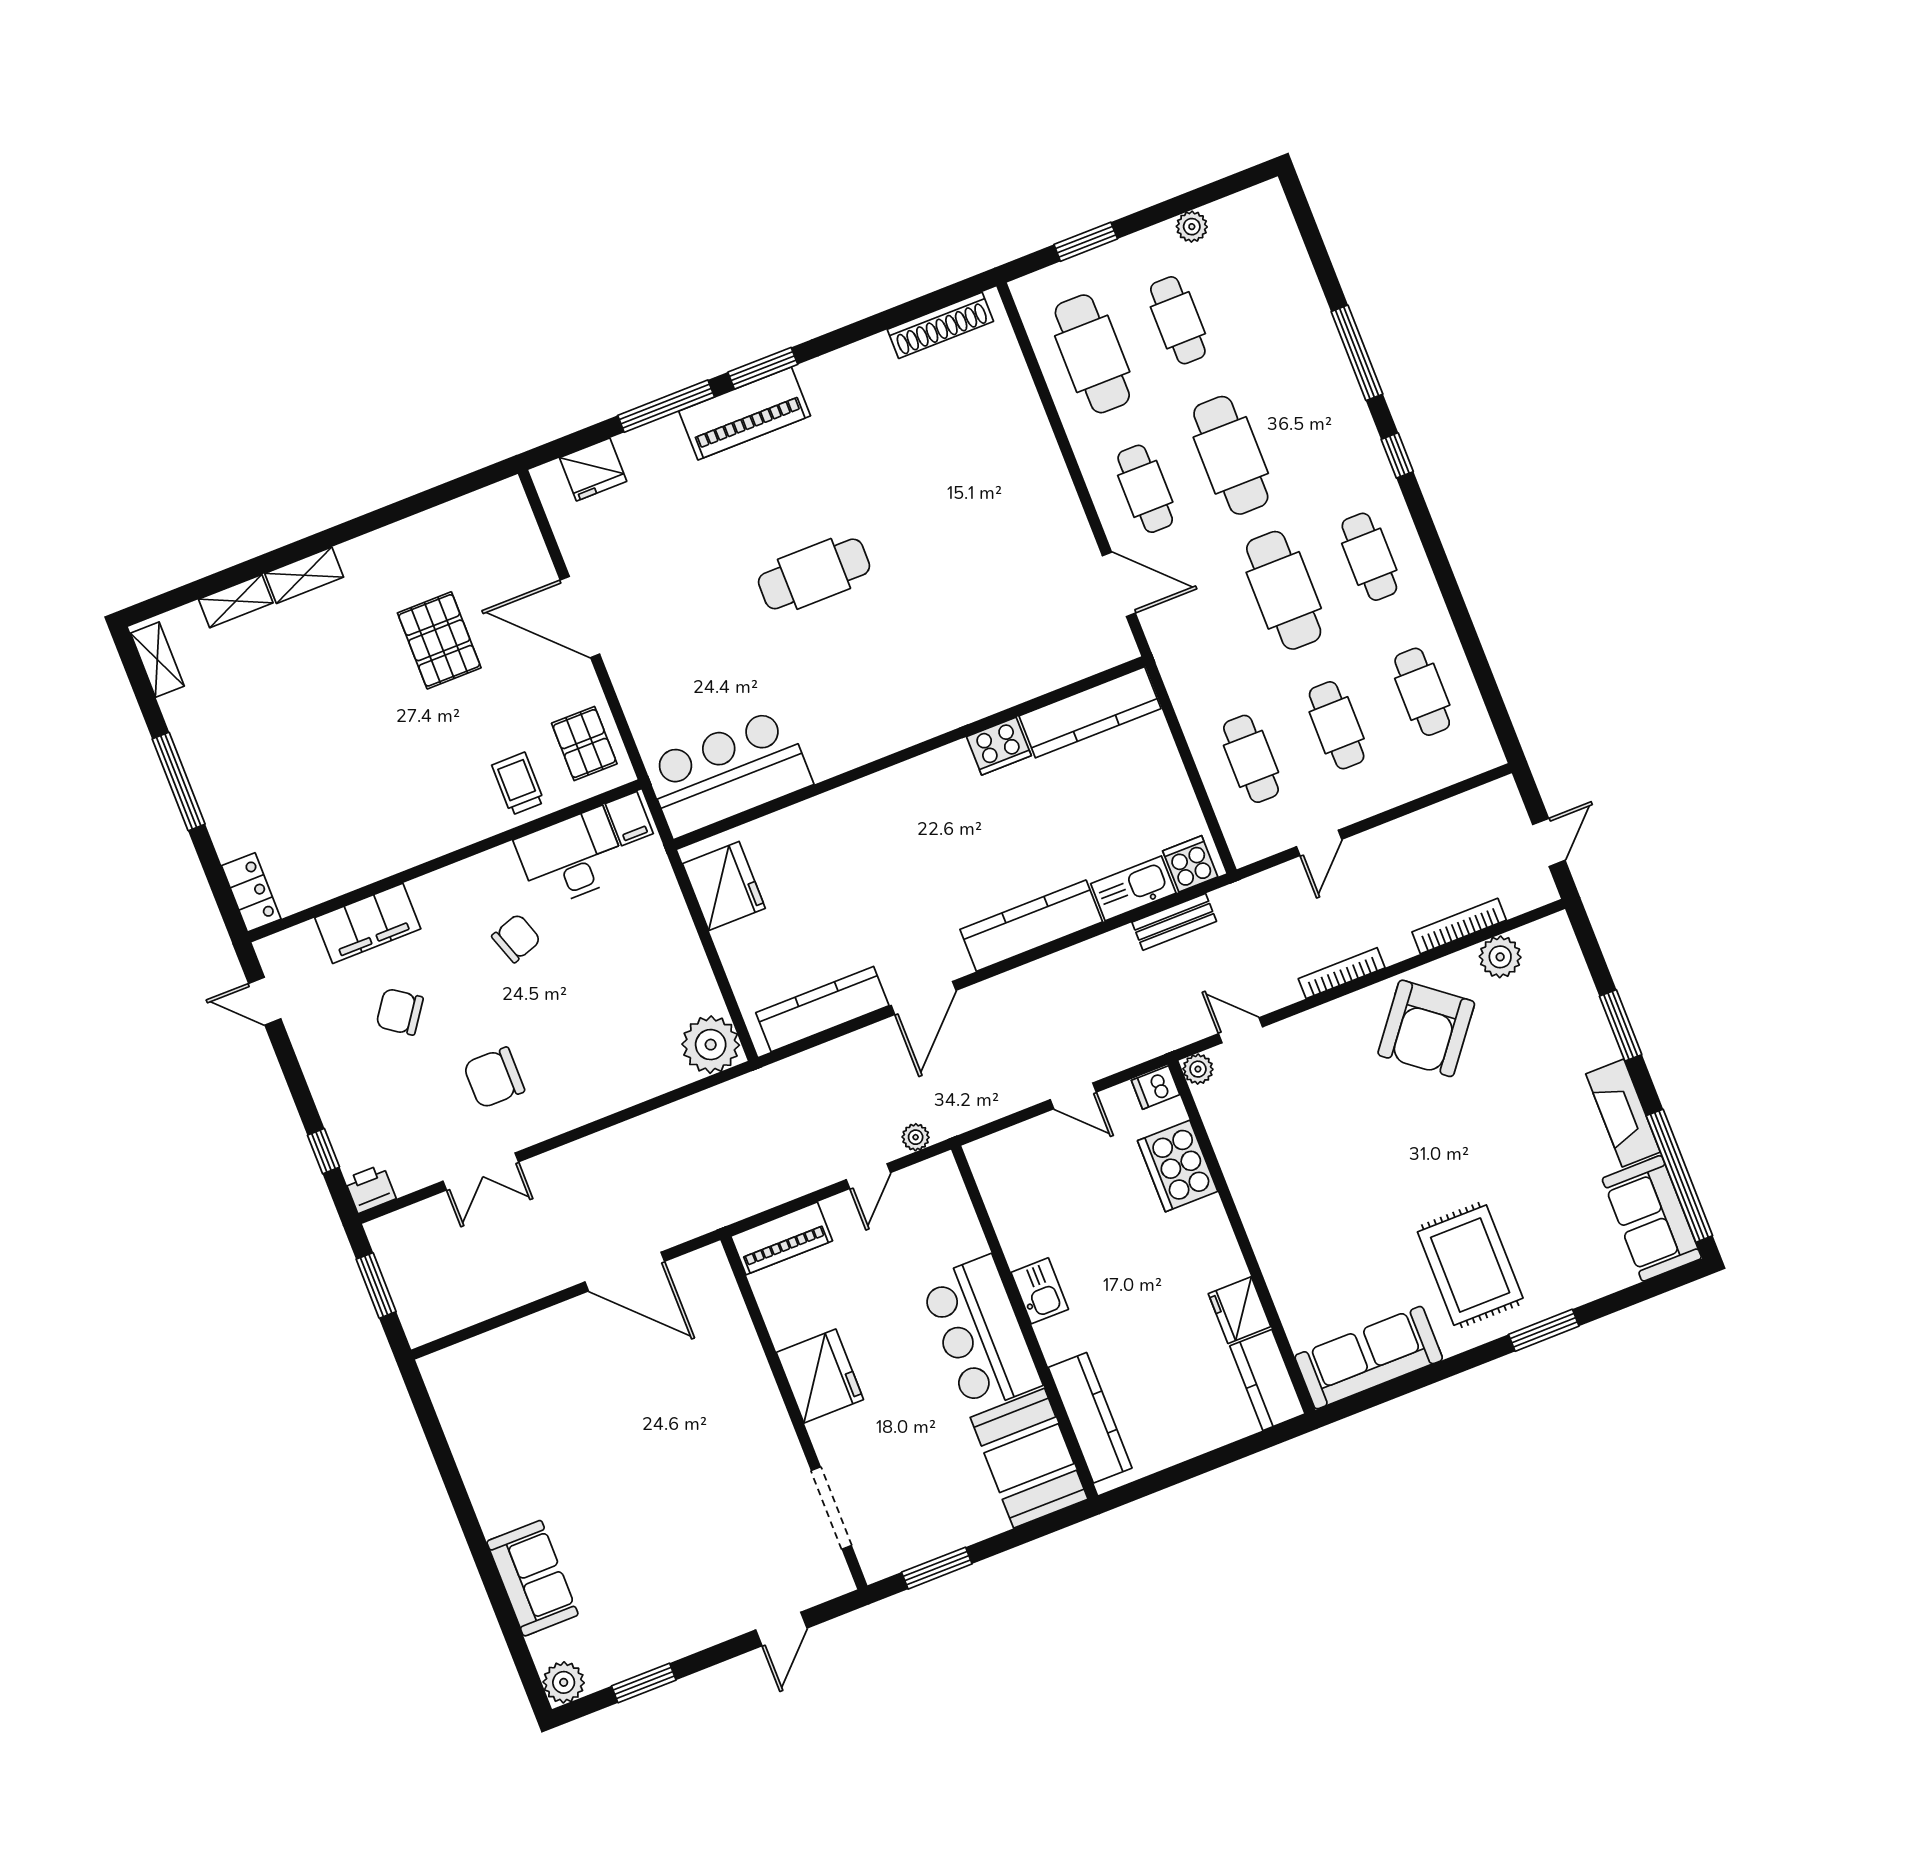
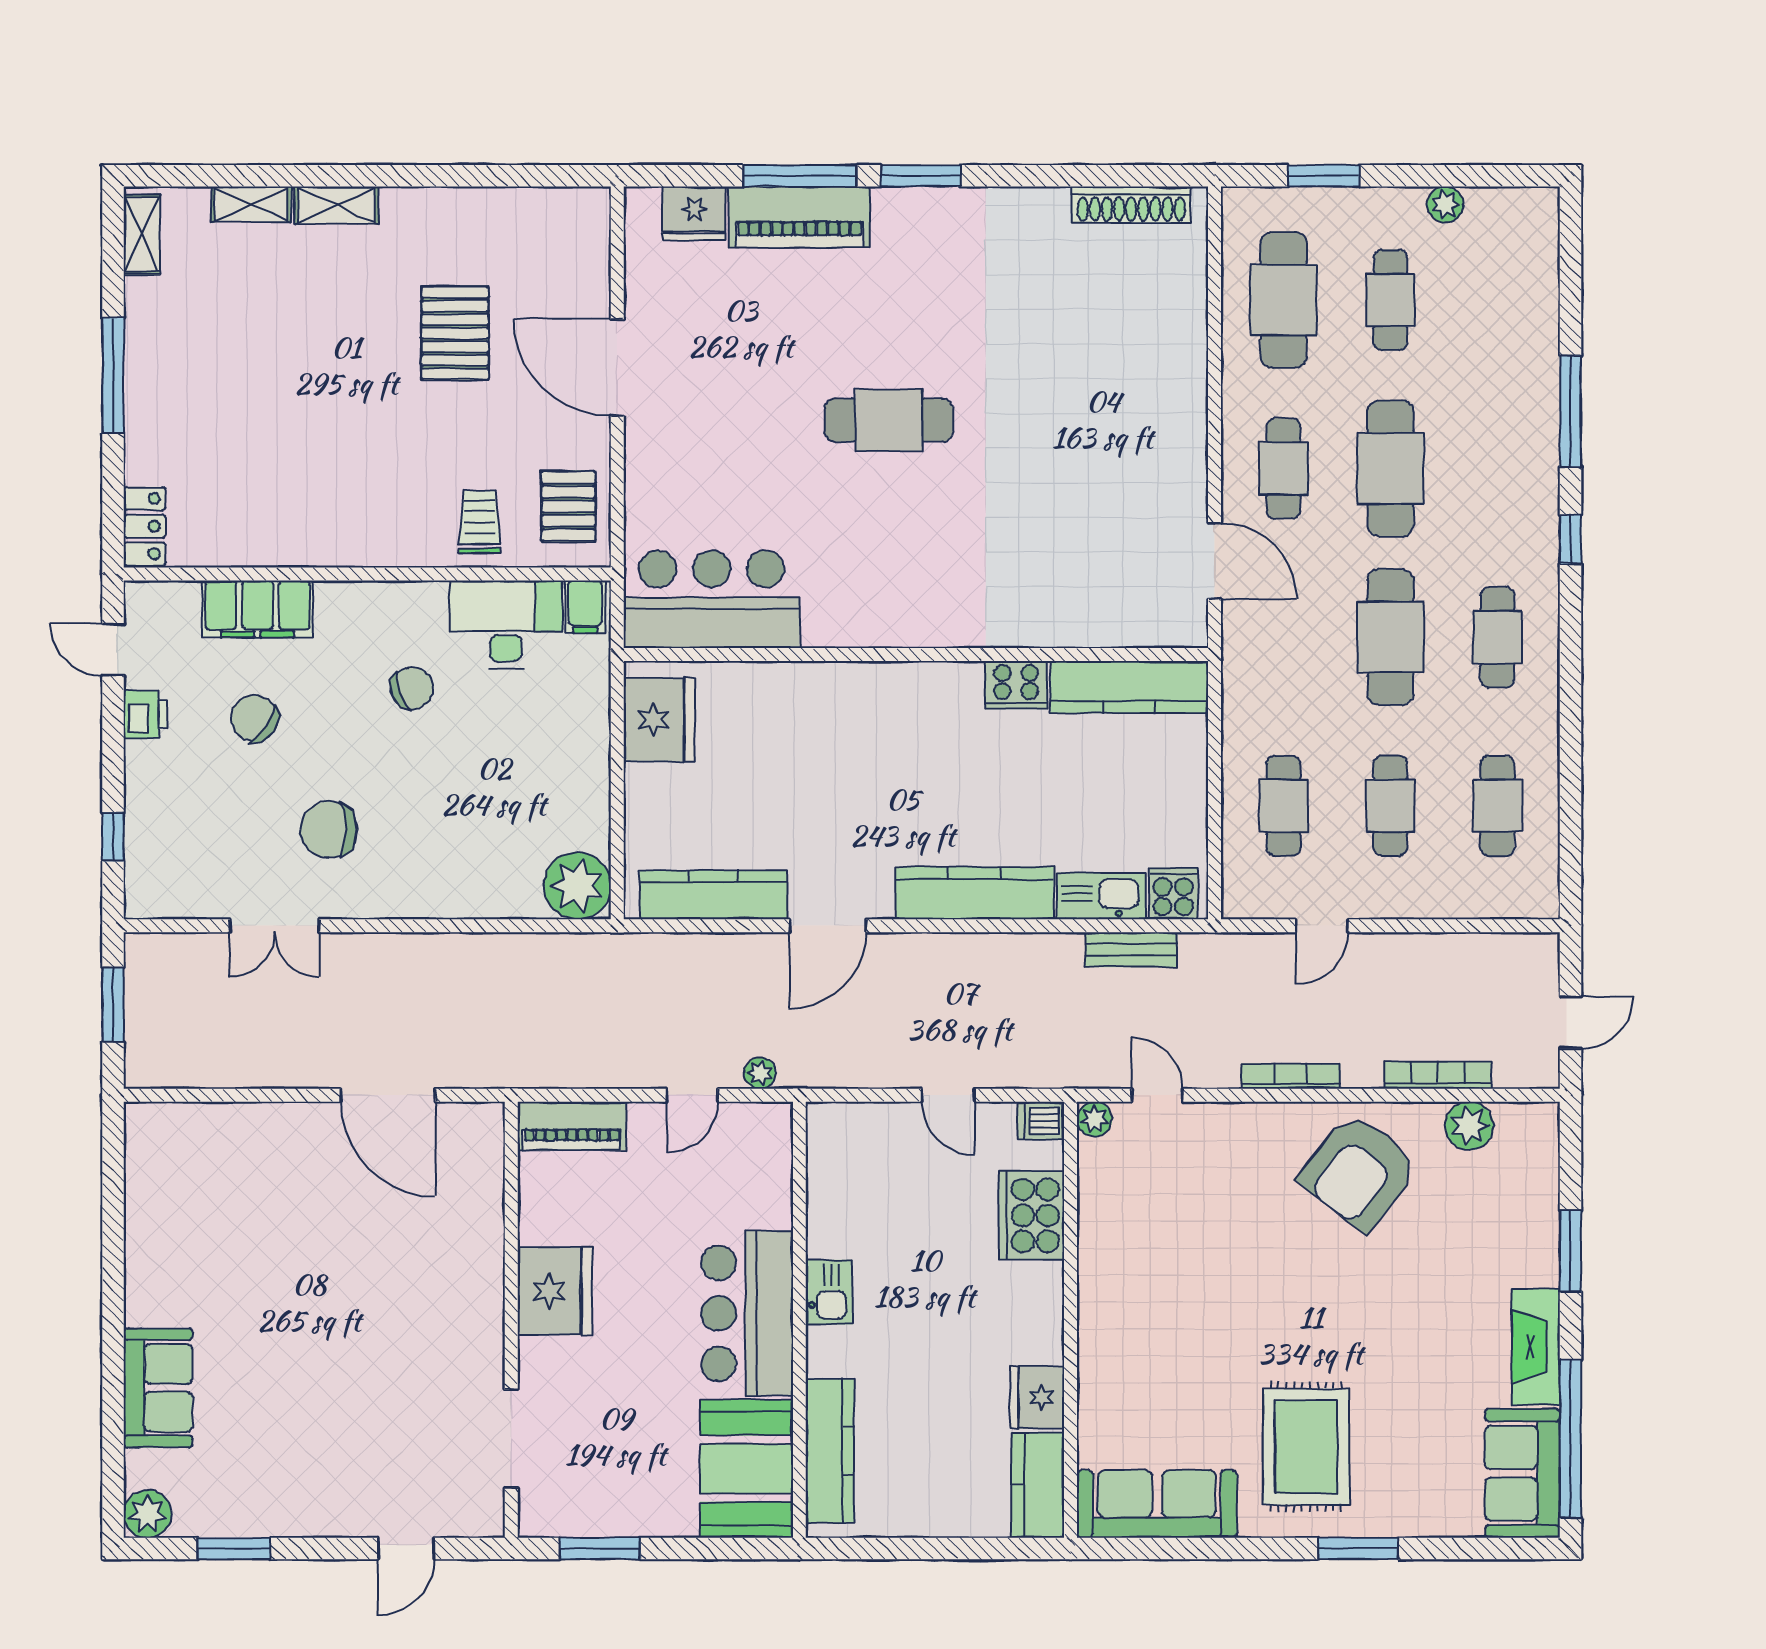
piano: (745, 413) -> (799, 217), moved
printer: (370, 1189) -> (145, 714), moved, turned 90

